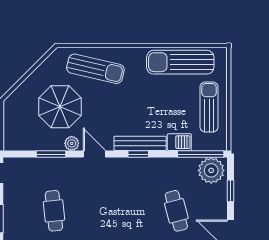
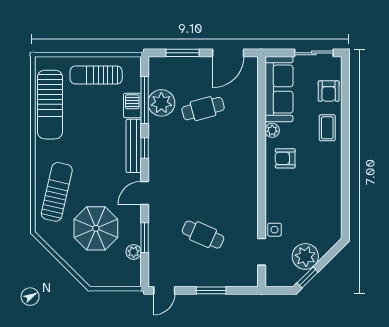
plant: (72, 143) -> (134, 252), moved
window: (201, 154) -> (145, 100), moved
plant: (211, 170) -> (161, 103), moved
window: (230, 191) -> (183, 53), width x1.50
cafe table: (54, 211) -> (203, 235), turned 30

